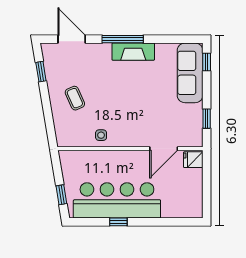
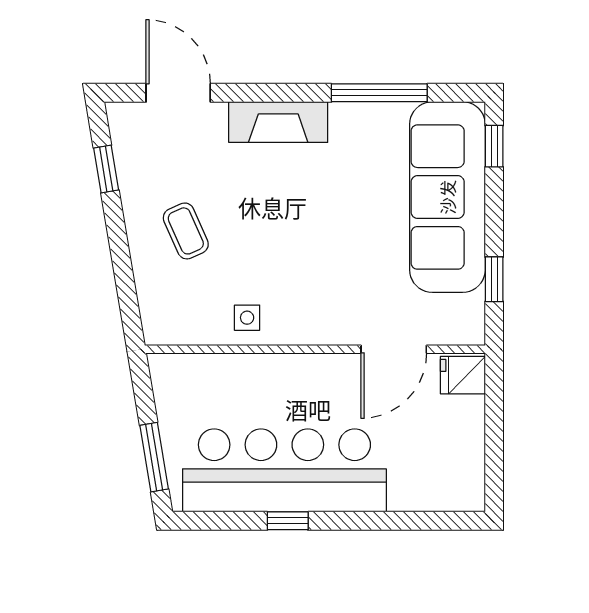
window: (123, 39) -> (379, 93), moved
fireplace: (133, 52) -> (278, 122), moved
sofa: (190, 73) -> (447, 197), width x1.36, depth x1.27
window: (61, 195) -> (154, 457), width x1.50

